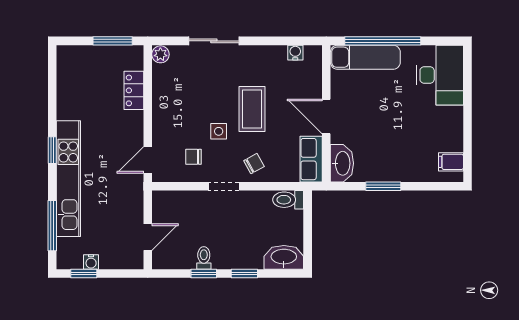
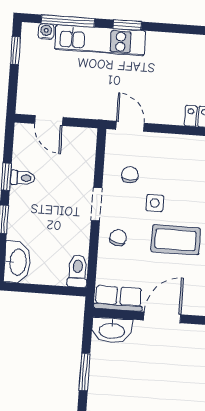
window: (52, 150) -> (127, 25), moved
chair: (254, 164) -> (118, 238), turned -137
kitchen unit: (68, 179) -> (100, 40), width x0.73
water cooler: (91, 262) -> (46, 31), moved, turned 90

